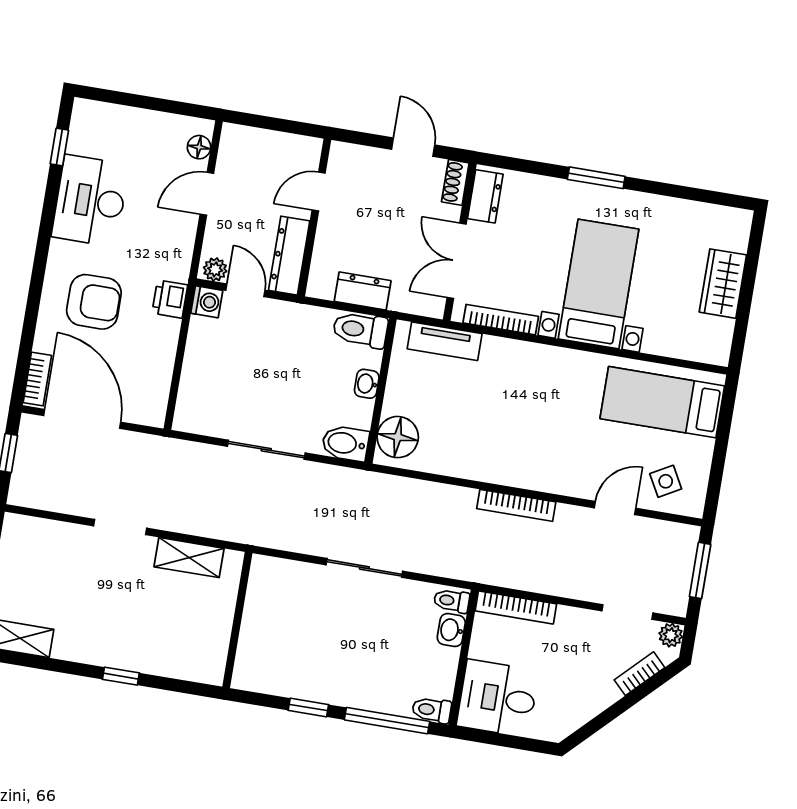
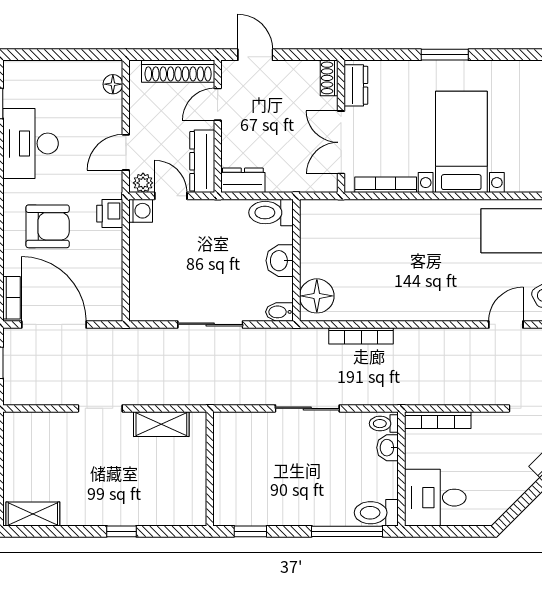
shoe rack: (278, 145) -> (178, 71), added
door: (413, 147) -> (255, 55), moved
door: (207, 194) -> (126, 152), moved
dresser: (363, 291) -> (243, 180), moved
tv unit: (445, 341) -> (342, 210), removed
washbasin: (367, 384) -> (280, 261), width x1.38, depth x1.45
bidet: (345, 443) -> (279, 312), width x0.72, depth x0.74
bookcase: (516, 505) -> (361, 336), moved
window: (308, 708) -> (250, 531), moved
toilet: (432, 710) -> (376, 513), width x1.37, depth x1.39

